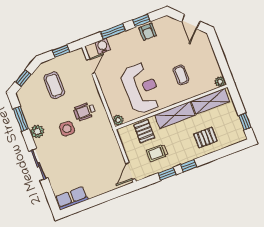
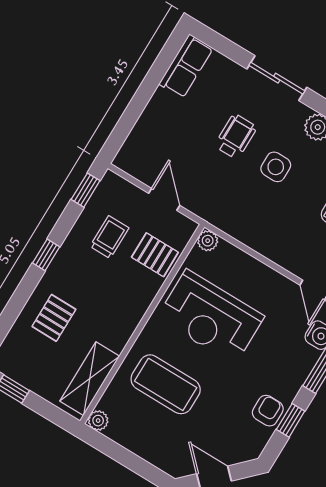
armchair: (148, 32) -> (268, 411), turned 90
coffee table: (181, 75) -> (166, 384), width x1.86, depth x1.72
wheelchair: (85, 111) -> (236, 137), moved
shelving: (175, 115) -> (127, 316), removed
door: (131, 171) -> (164, 199), moved
window: (167, 174) -> (86, 190), moved

